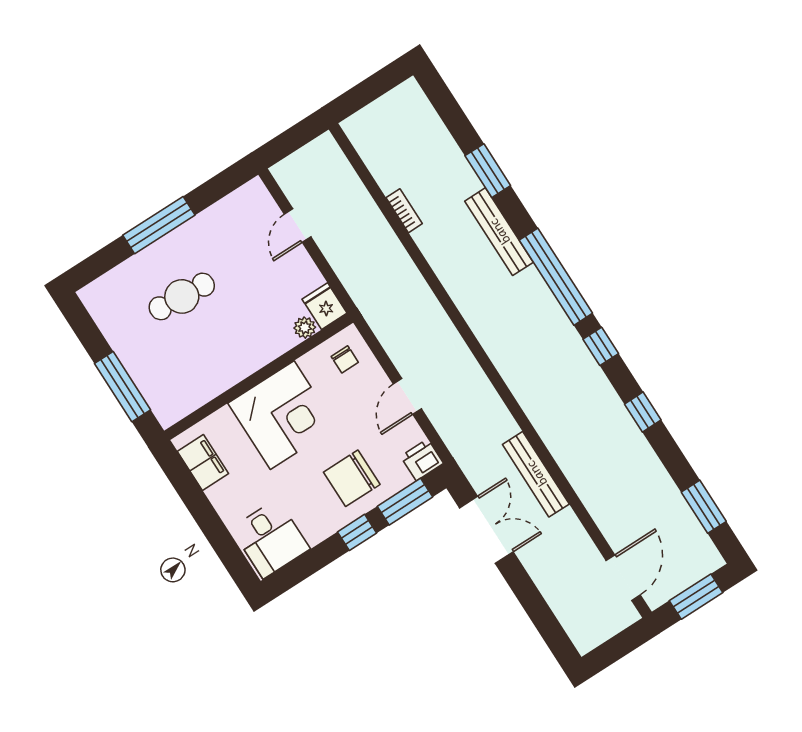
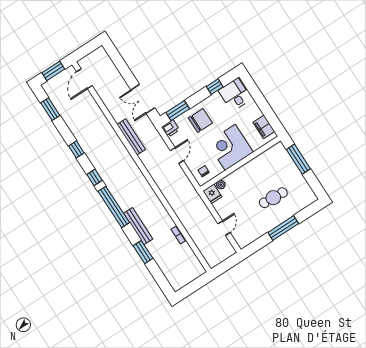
bench: (536, 474) -> (131, 137), moved
window: (357, 532) -> (215, 87), moved

